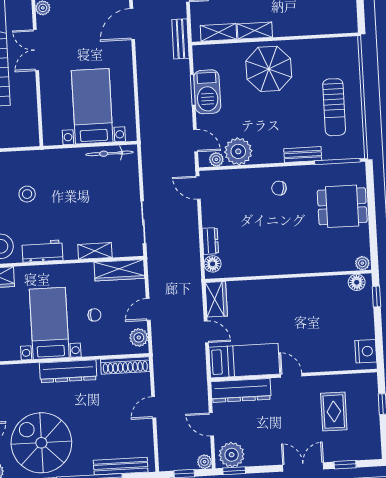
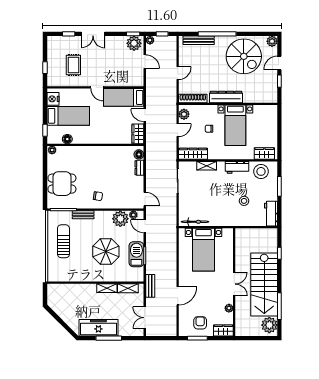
parasol: (269, 69) -> (106, 251), moved
floor lamp: (357, 282) -> (67, 139), moved
bed: (338, 324) -> (68, 116), added
dresser: (241, 390) -> (127, 80), removed

